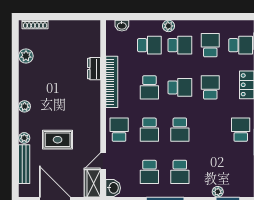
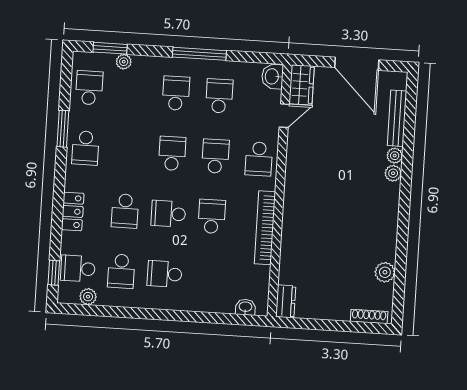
plant: (169, 26) -> (88, 297), moved
school desk: (149, 45) -> (89, 88), moved, turned 90
dresser: (94, 69) -> (286, 301), moved
plant: (25, 106) -> (393, 173), moved
rug: (58, 140) -> (347, 150), removed

